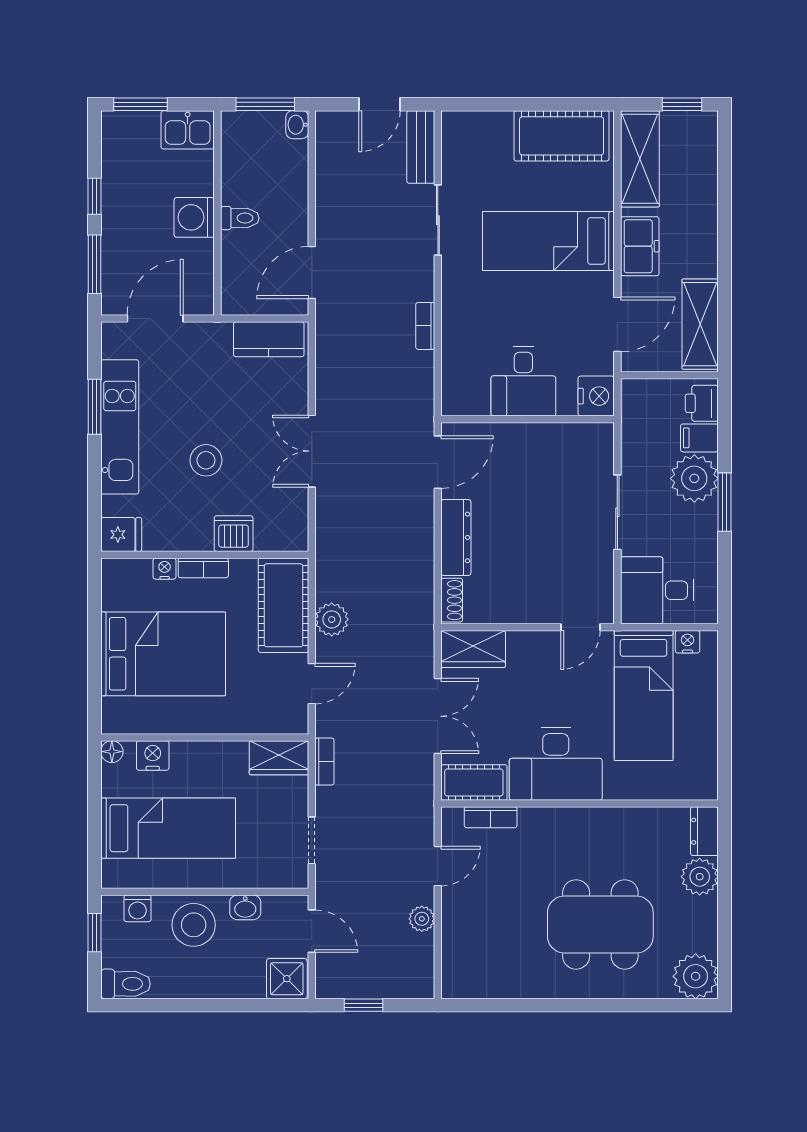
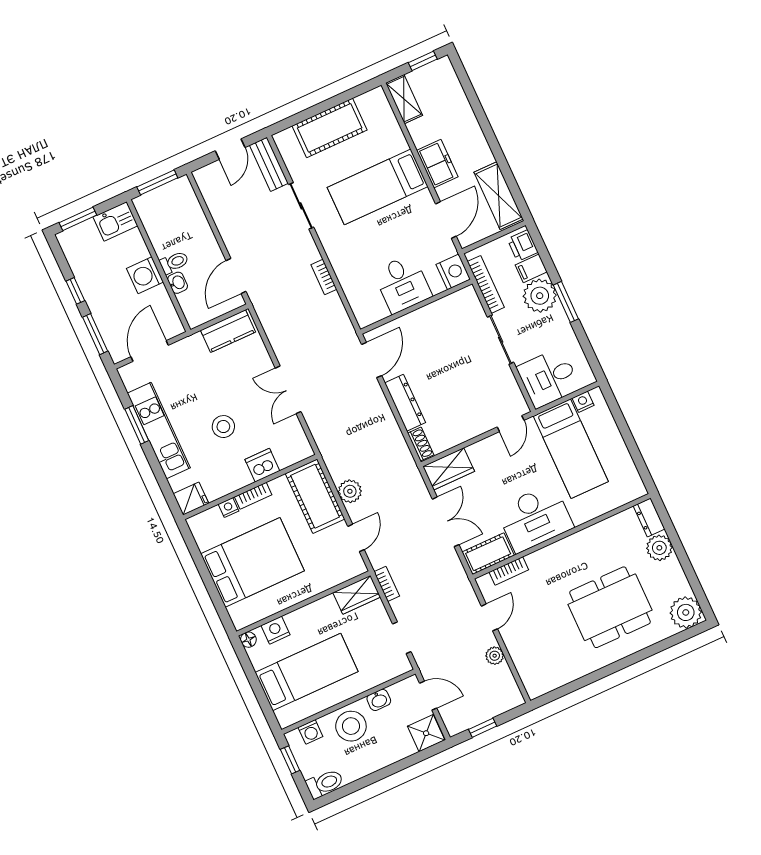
washbasin: (297, 125) -> (178, 283), moved, turned 180
cot: (562, 136) -> (330, 128), moved
shelving: (640, 159) -> (404, 99), width x0.67, depth x0.75
bookcase: (631, 432) -> (486, 284), added

